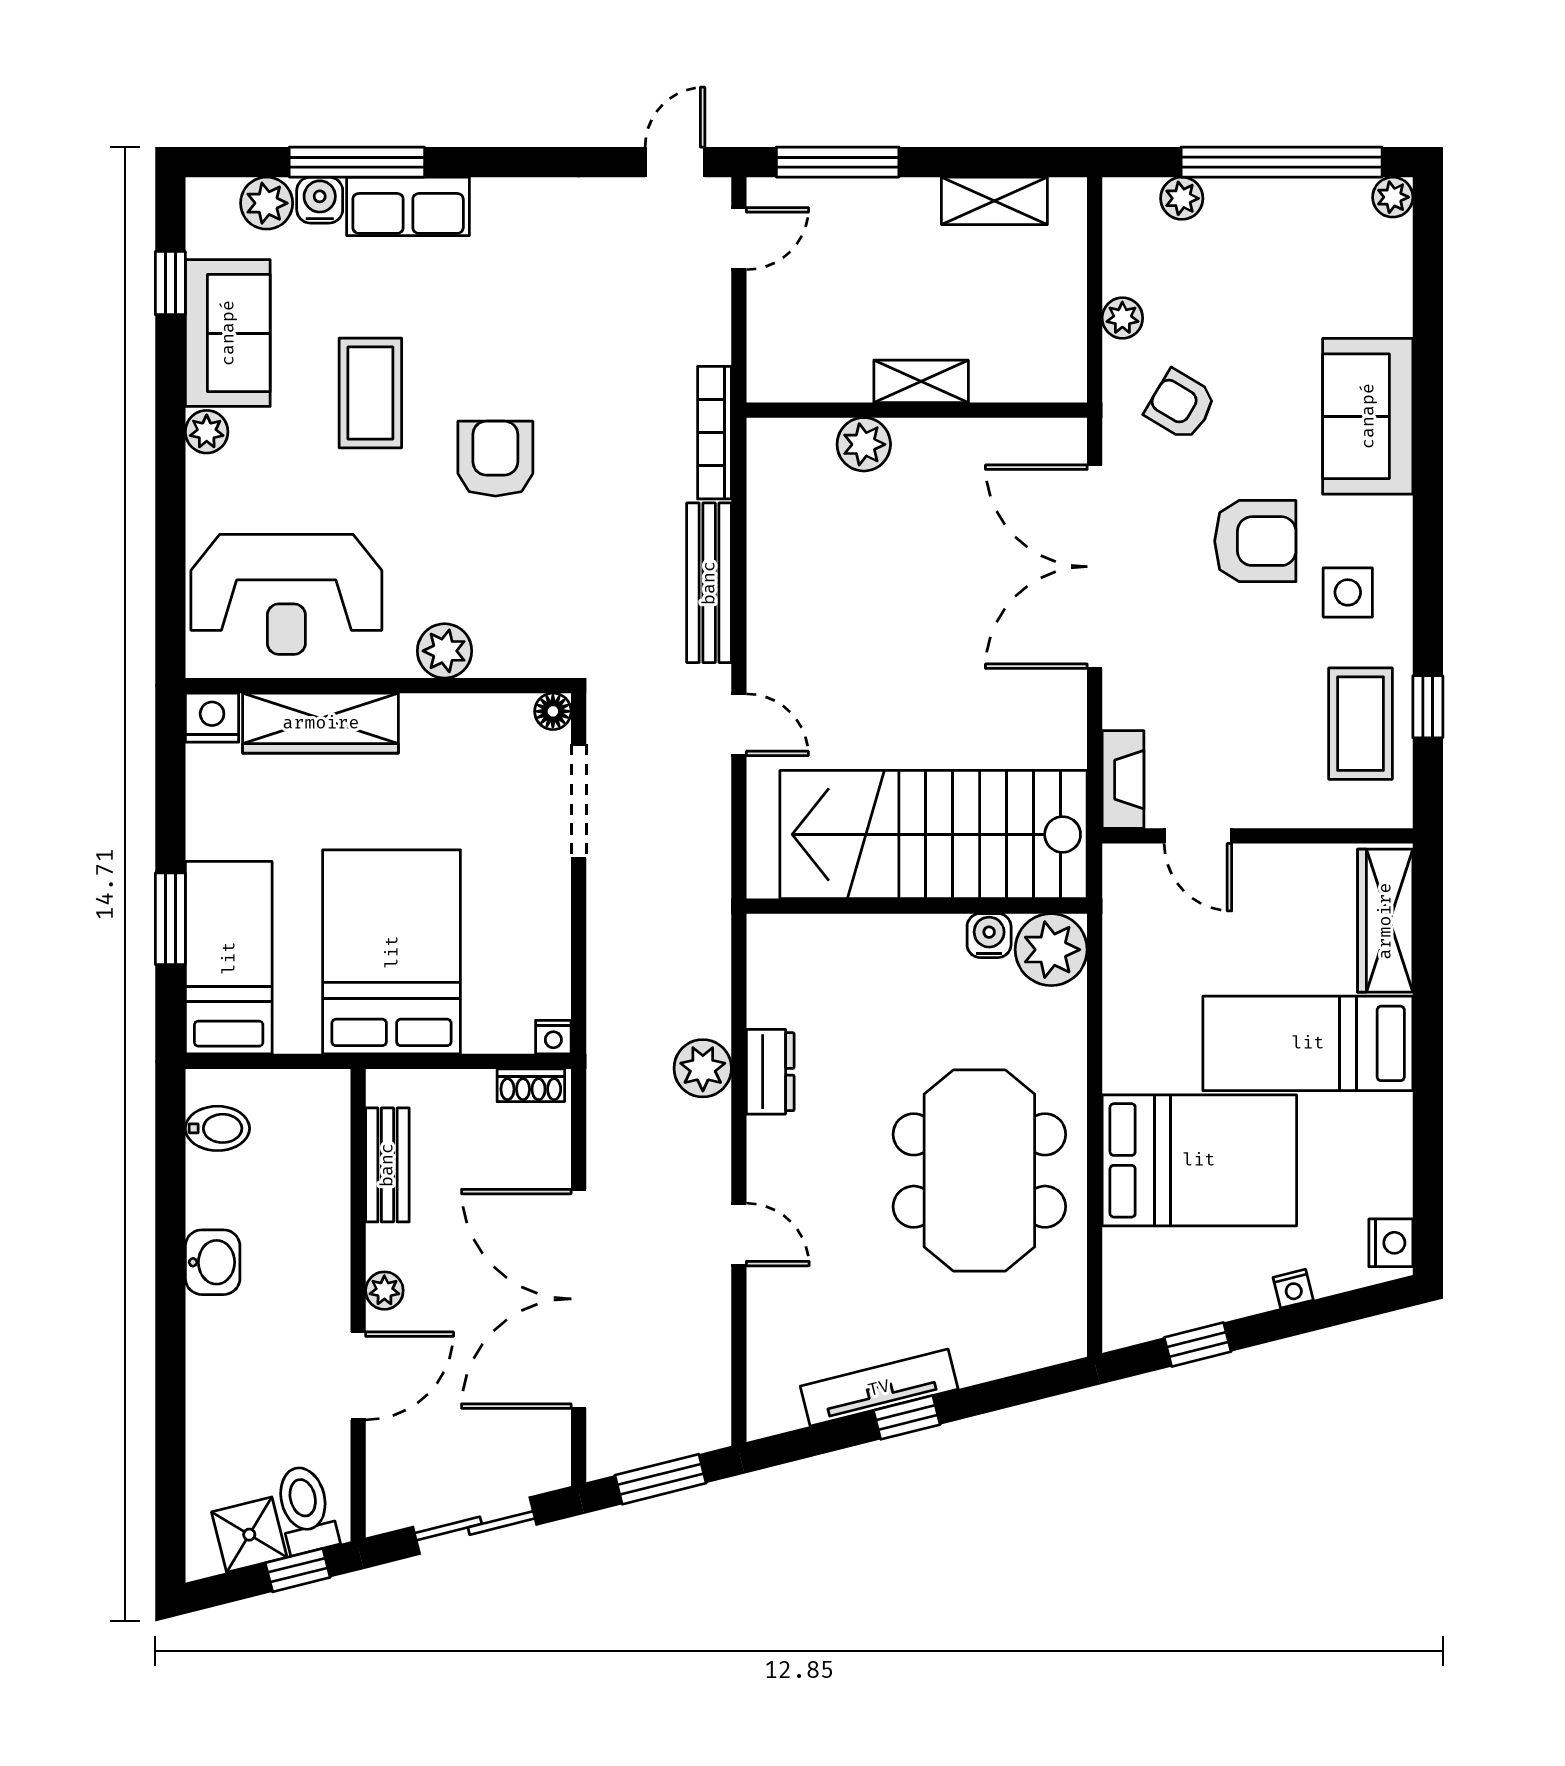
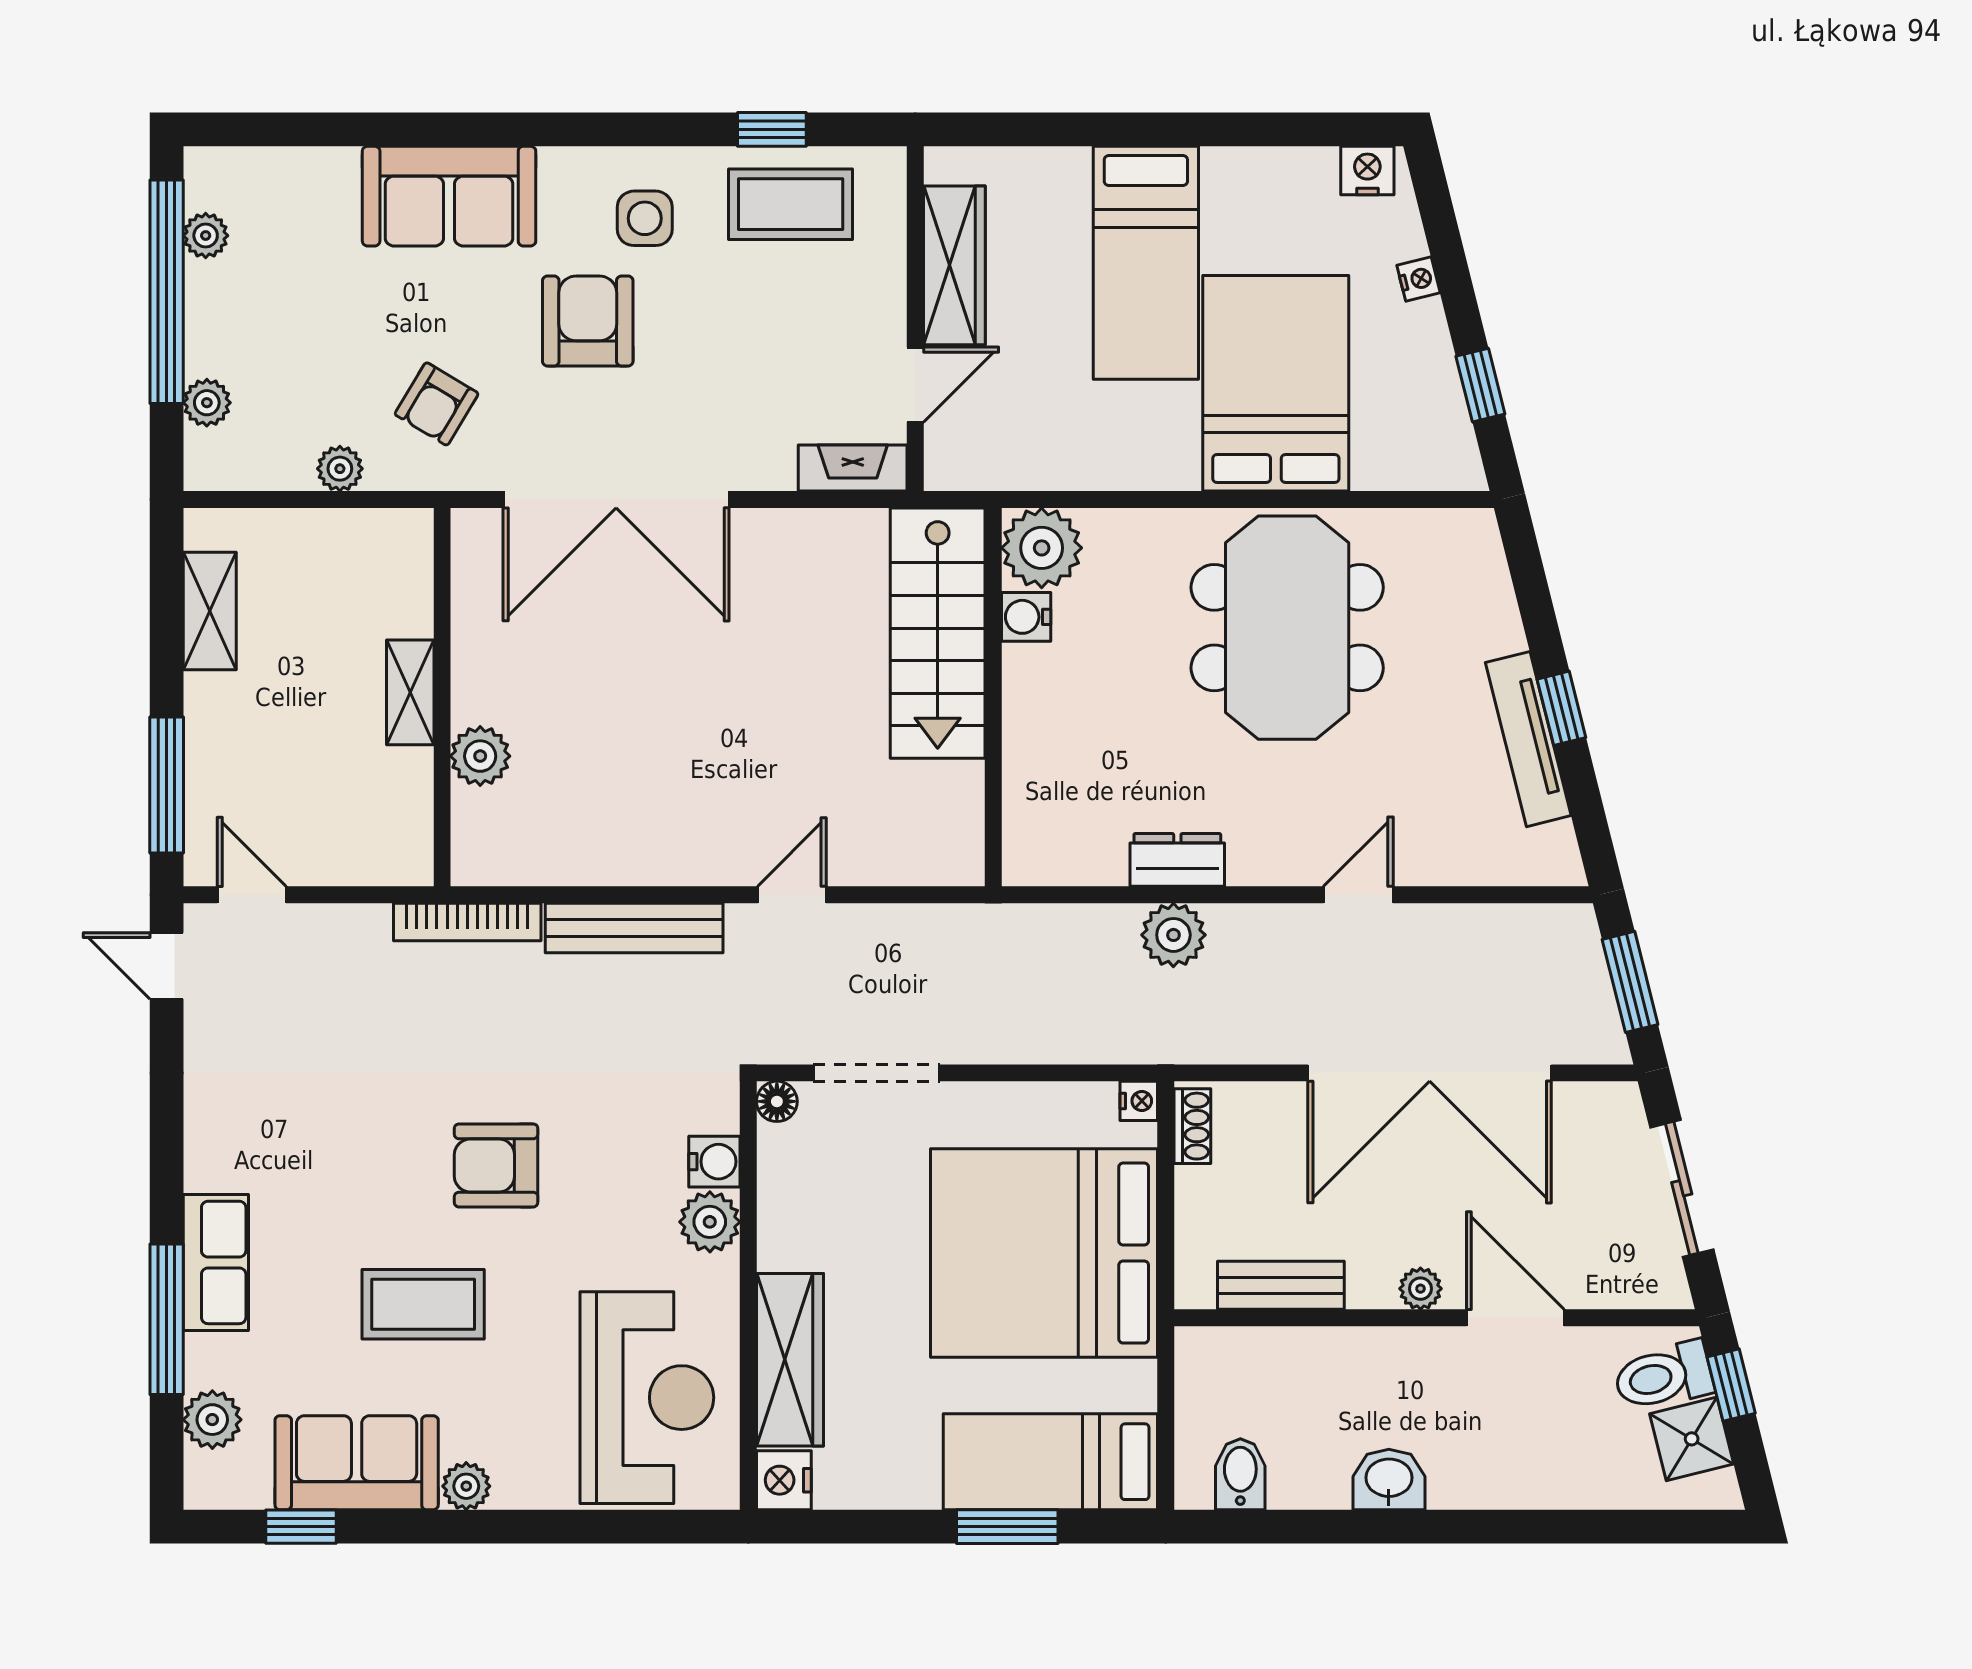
plant: (1393, 197) -> (206, 236), moved
water cooler: (320, 200) -> (714, 1162), moved, turned 180
stairs: (933, 834) -> (938, 633), width x0.73, depth x0.66
wardrobe: (1385, 921) -> (954, 265), moved, turned -90
bed: (392, 952) -> (1044, 1253), width x1.36
meeting table: (979, 1171) -> (1287, 628), turned 90

